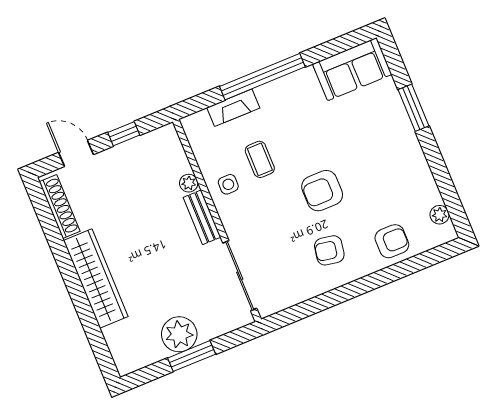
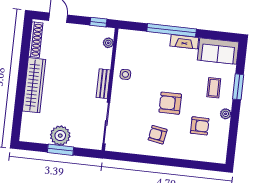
fireplace: (233, 108) -> (184, 42), moved
window: (124, 134) -> (98, 22), moved
coffee table: (260, 159) -> (214, 88), moved
plant: (189, 183) -> (108, 43), moved
plant: (440, 215) -> (226, 114), moved
armchair: (392, 241) -> (200, 126), moved

